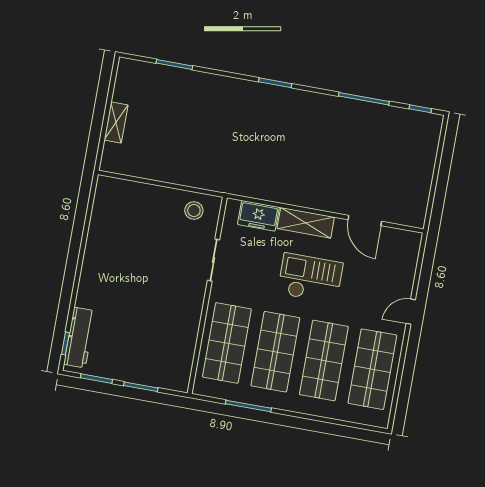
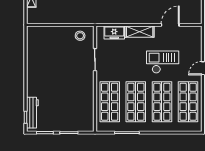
door: (365, 220) -> (170, 25), swing flipped
checkout: (310, 278) -> (163, 62), moved

